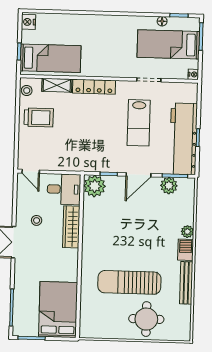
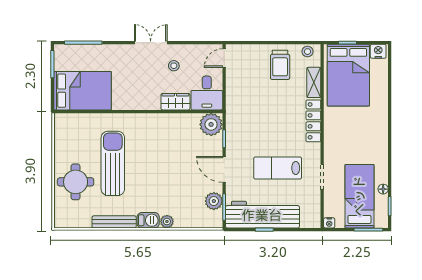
bed: (50, 58) -> (348, 75), width x1.50
wardrobe: (71, 227) -> (175, 102), width x0.67

